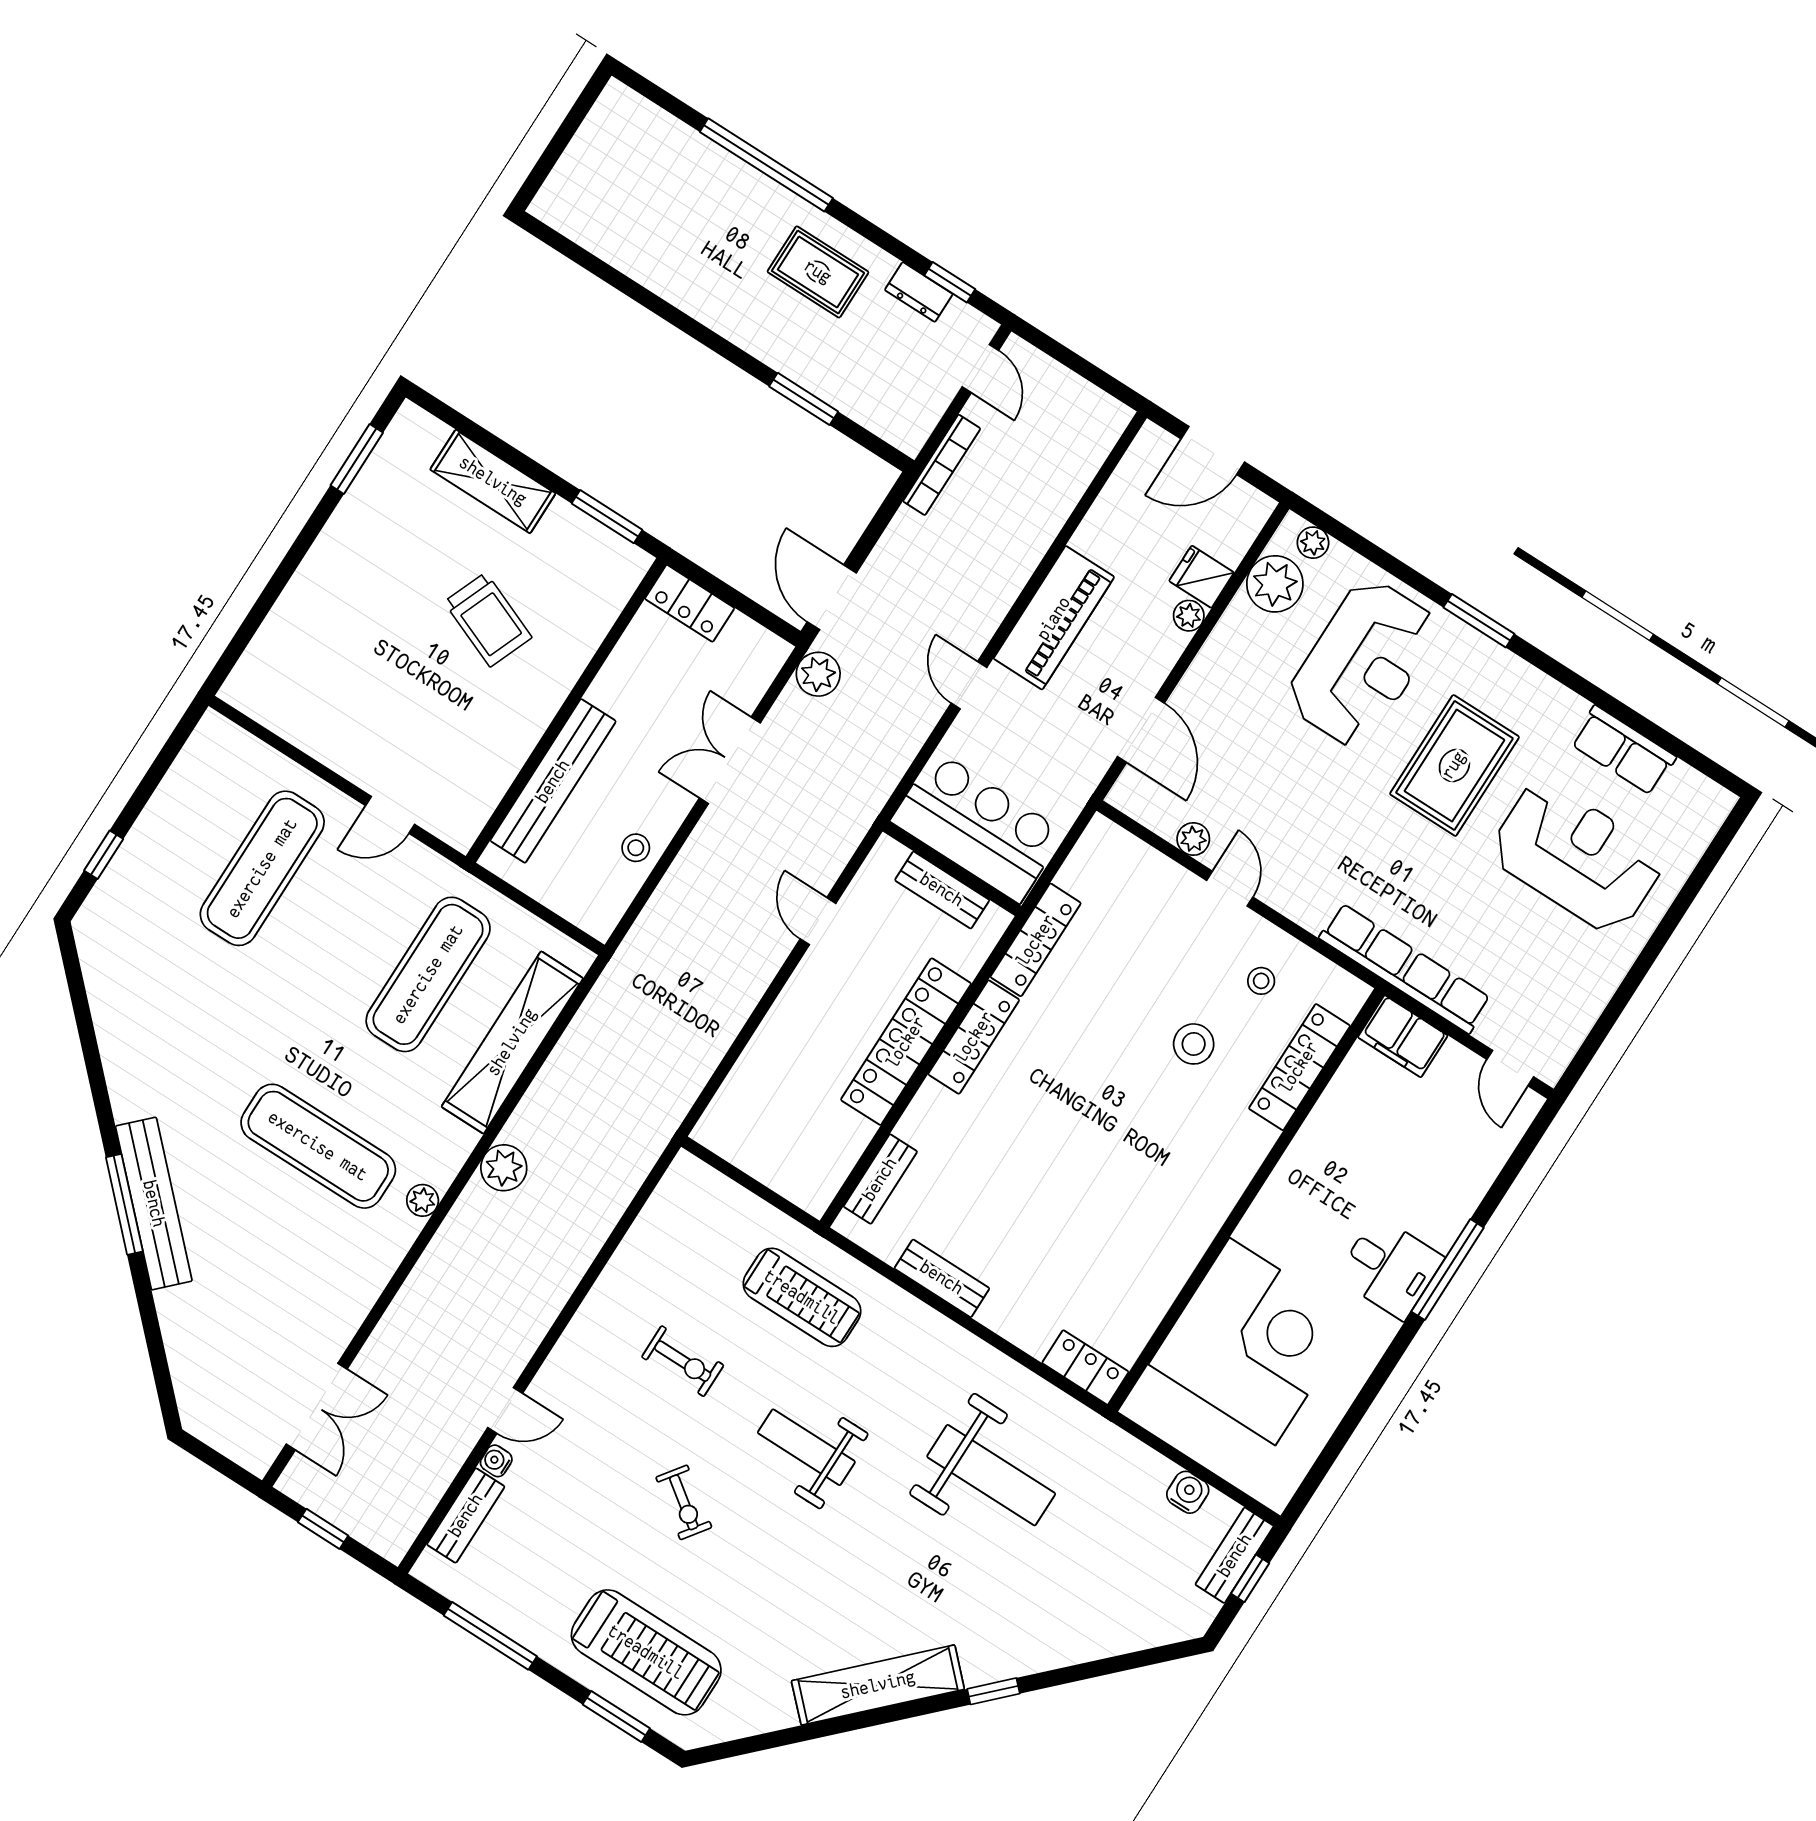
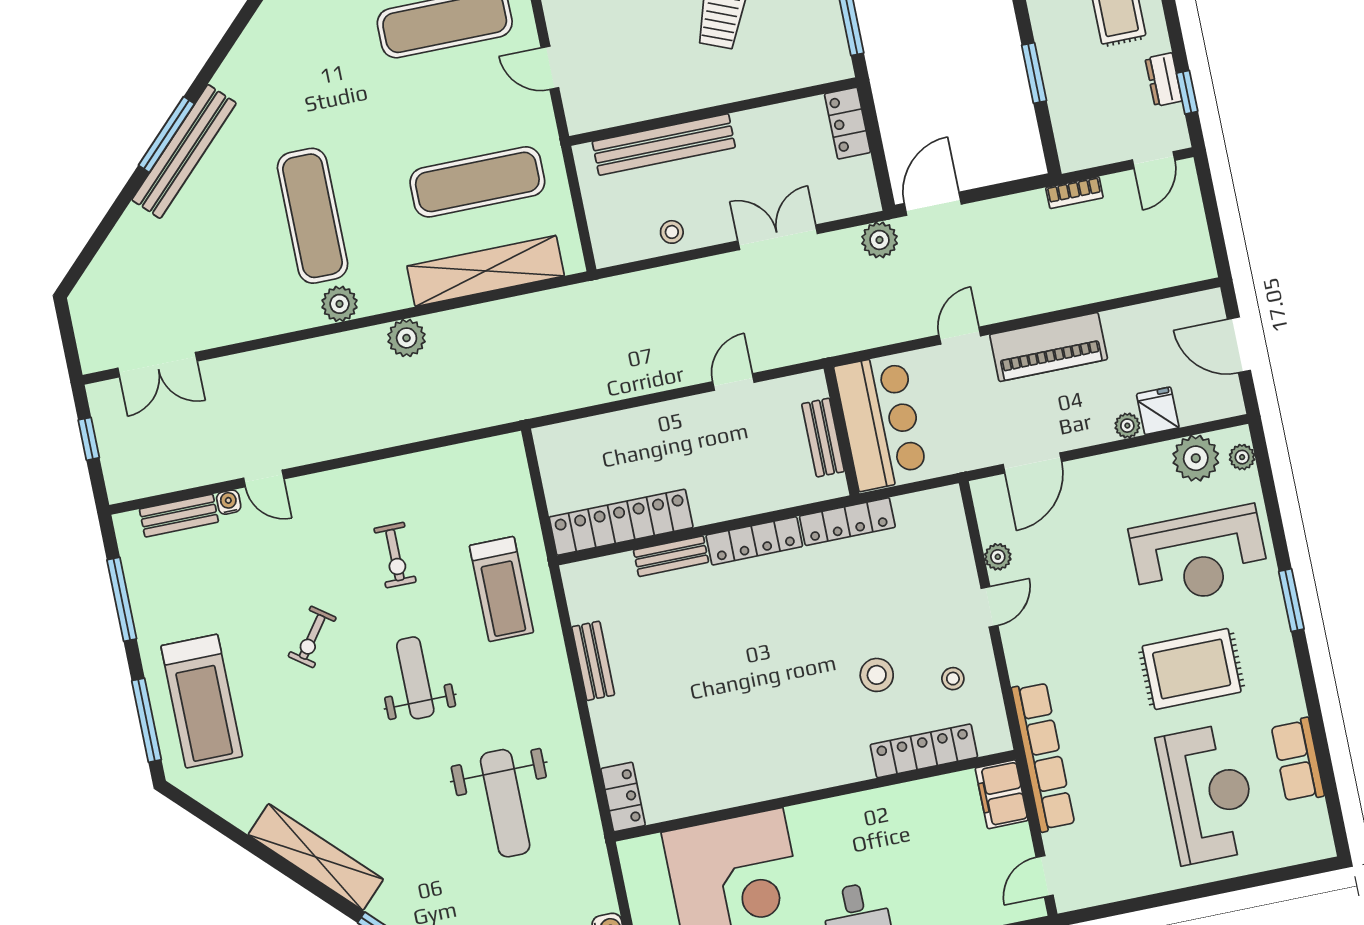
bookcase: (942, 465) -> (1074, 193), width x0.64
locker: (906, 1042) -> (621, 522), moved
bench: (880, 1179) -> (671, 556), moved
plant: (423, 1200) -> (340, 304), width x1.38, depth x1.38
window: (616, 1716) -> (147, 720), width x1.44

